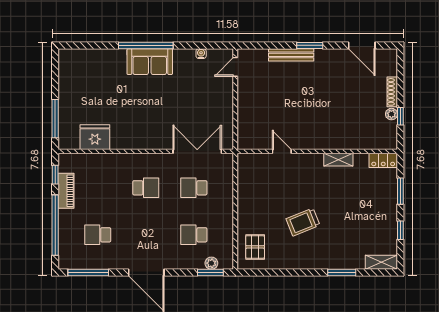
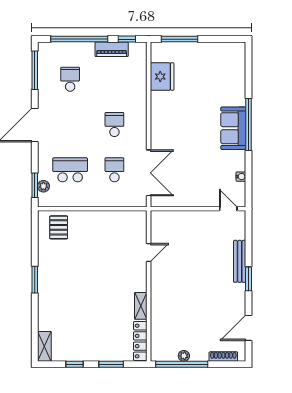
shoe rack: (392, 92) -> (223, 357), moved
window: (400, 116) -> (182, 364), width x3.17
locker: (383, 160) -> (140, 341), width x1.53
school desk: (146, 188) -> (114, 124), turned 180
trolley: (303, 222) -> (82, 272), removed
school desk: (194, 235) -> (70, 170), width x1.85
pallet: (255, 247) -> (59, 227), turned 90
window: (342, 272) -> (35, 280), moved

